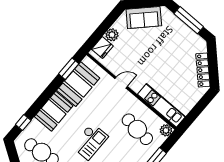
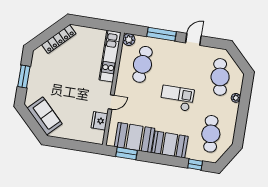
window: (189, 20) -> (24, 77), width x0.69
plant: (112, 35) -> (75, 134), removed
fridge: (102, 48) -> (99, 121), moved, turned -90
door: (121, 83) -> (111, 102), swing flipped

